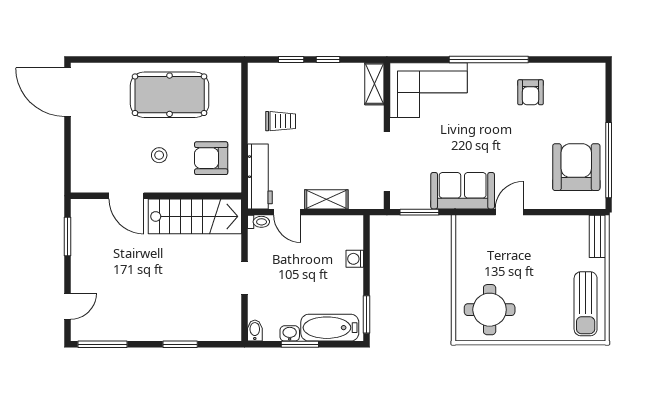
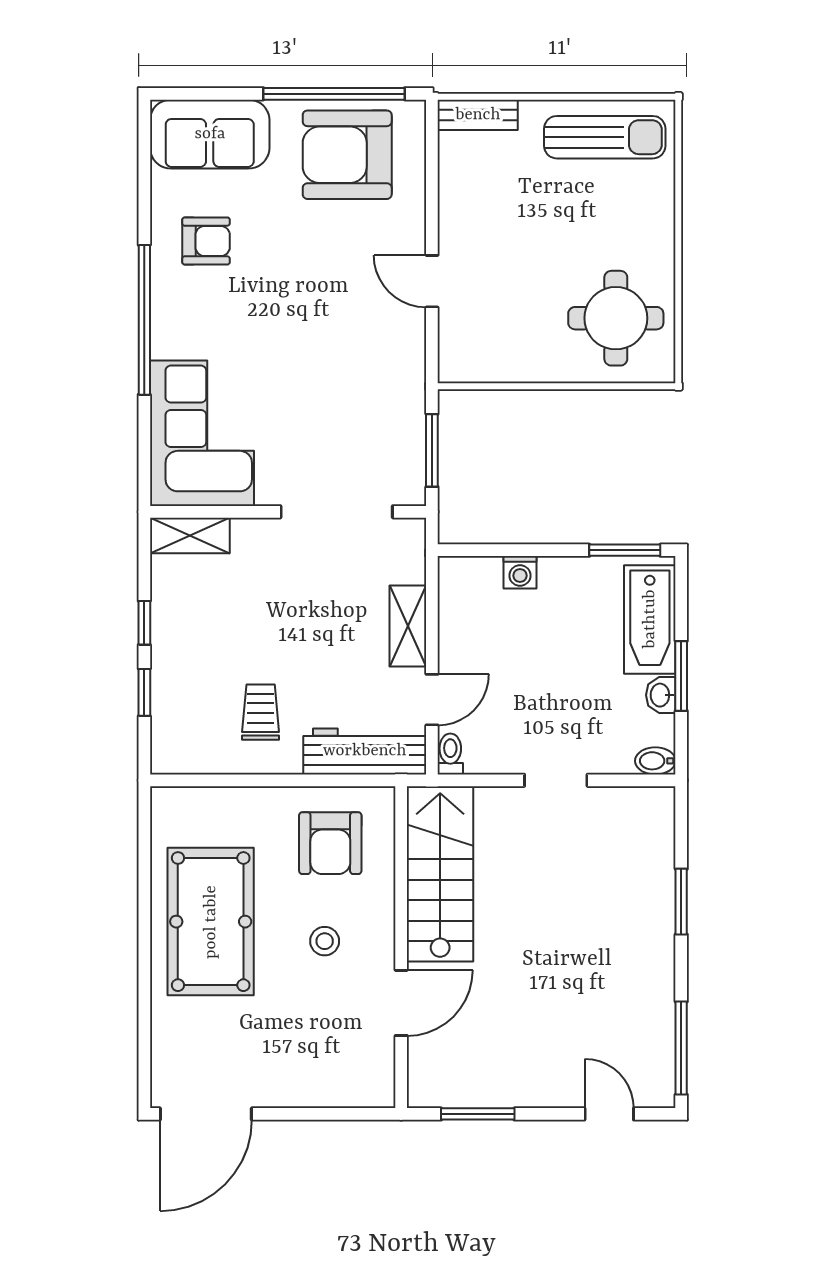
sofa: (463, 191) -> (210, 134), moved, turned -90

